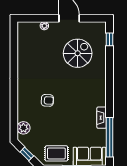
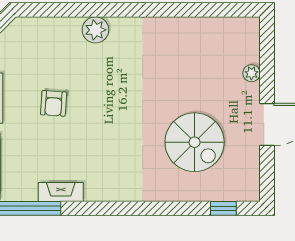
armchair: (47, 100) -> (54, 103), moved
plant: (23, 128) -> (95, 30), moved

